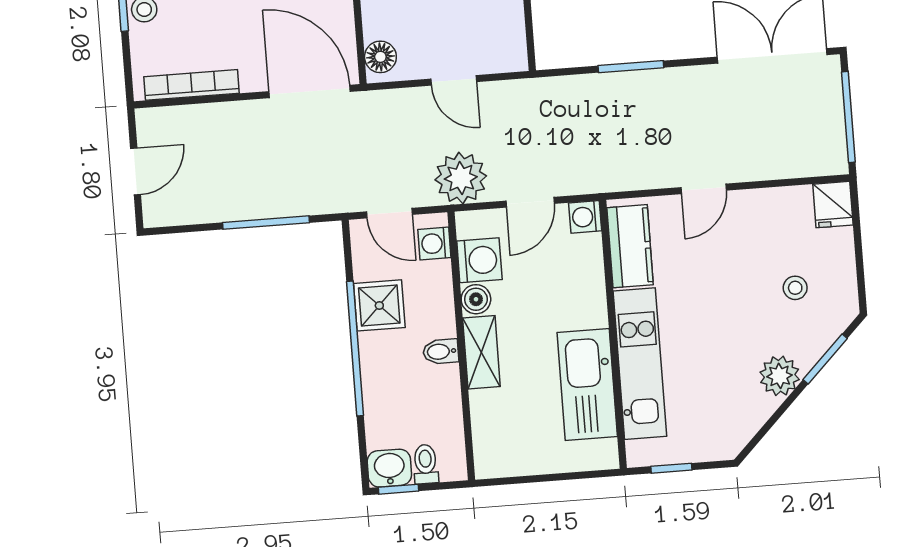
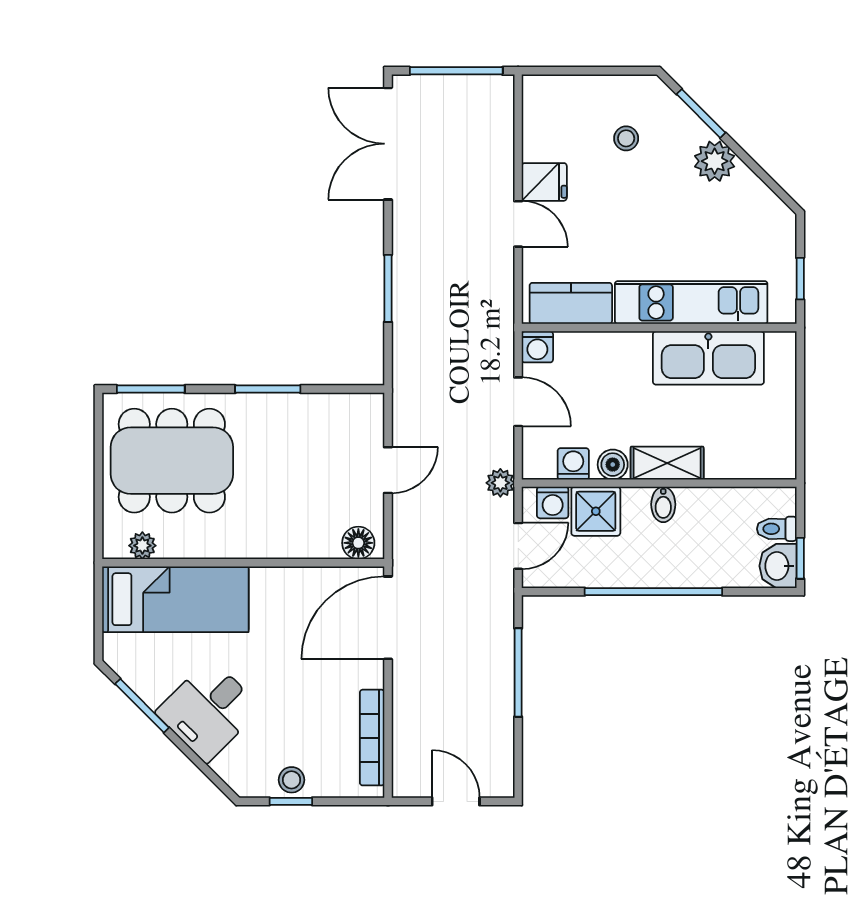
plant: (461, 178) -> (500, 483), width x0.53, depth x0.53
fridge: (833, 205) -> (544, 182), moved
washing machine: (479, 260) -> (573, 464), width x0.73, depth x0.73
shower: (379, 305) -> (596, 511), moved

